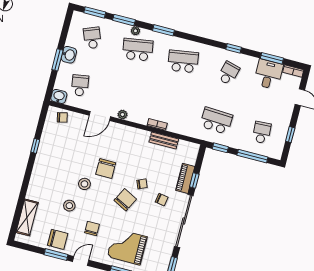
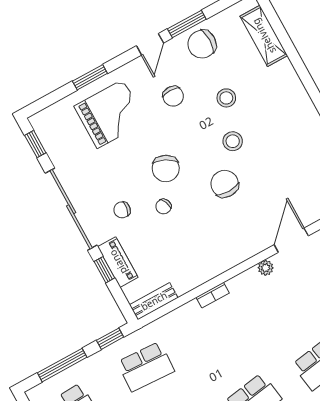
bench: (164, 141) -> (154, 301), moved

